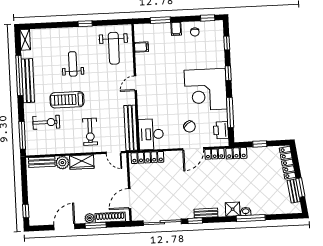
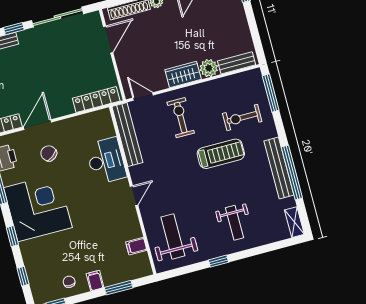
weight bench: (73, 64) -> (235, 223), moved
desk: (151, 134) -> (106, 161), moved

